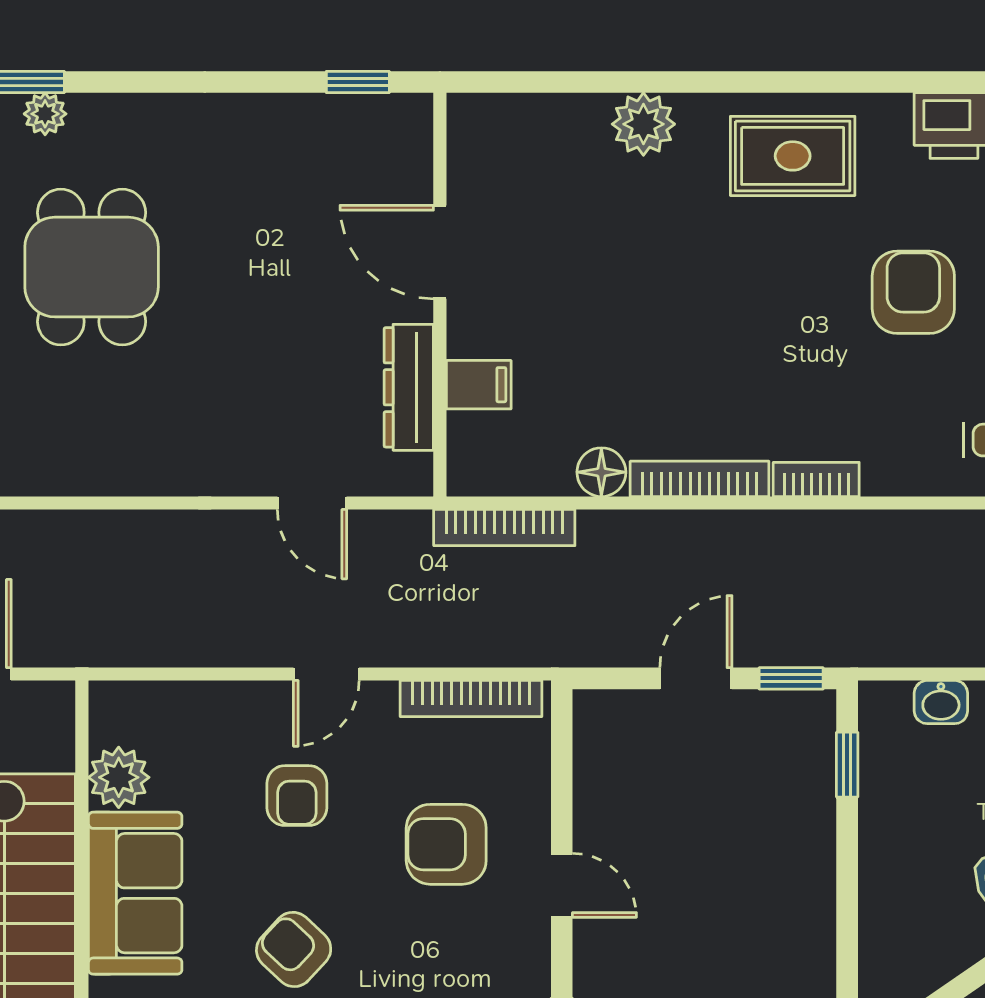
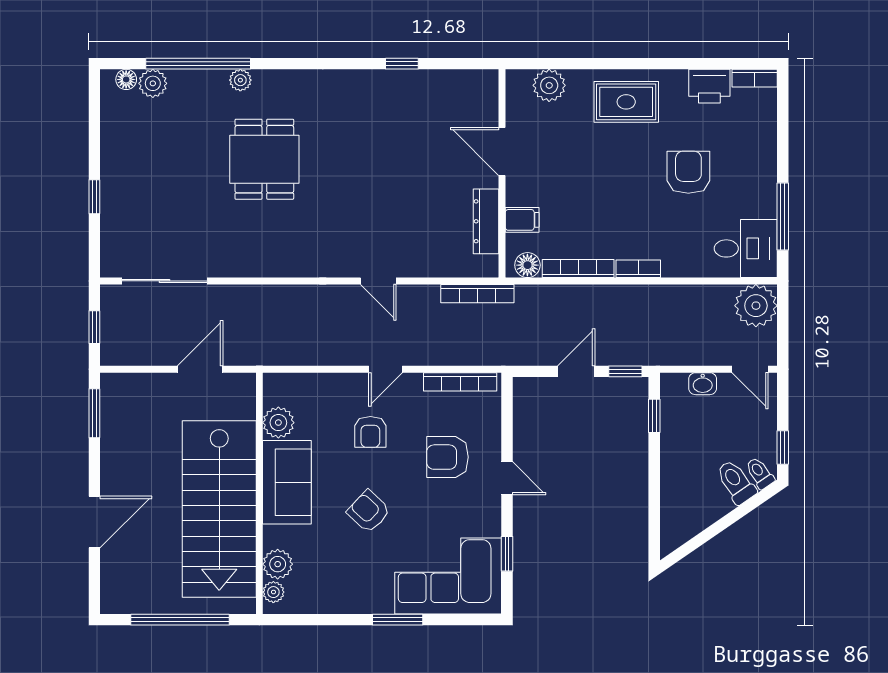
door: (440, 252) -> (502, 151), moved
wall: (440, 295) -> (502, 173), moved
filing cabinet: (479, 385) -> (522, 220), moved
dresser: (409, 387) -> (486, 221), moved

